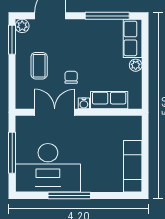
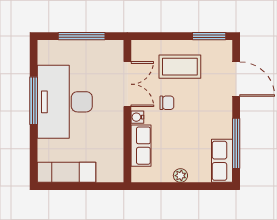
plant: (22, 26) -> (225, 48), removed
row of seats: (133, 38) -> (222, 161), moved, turned -90
coffee table: (39, 66) -> (180, 67), width x1.36, depth x1.30
desk: (48, 168) -> (65, 102), moved

